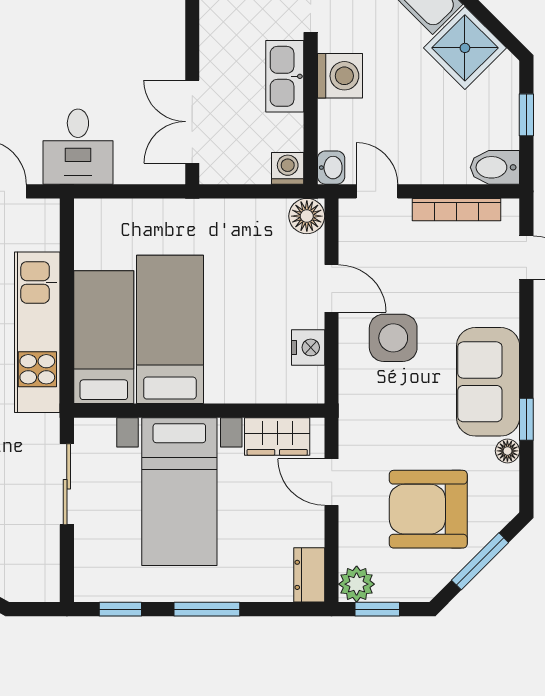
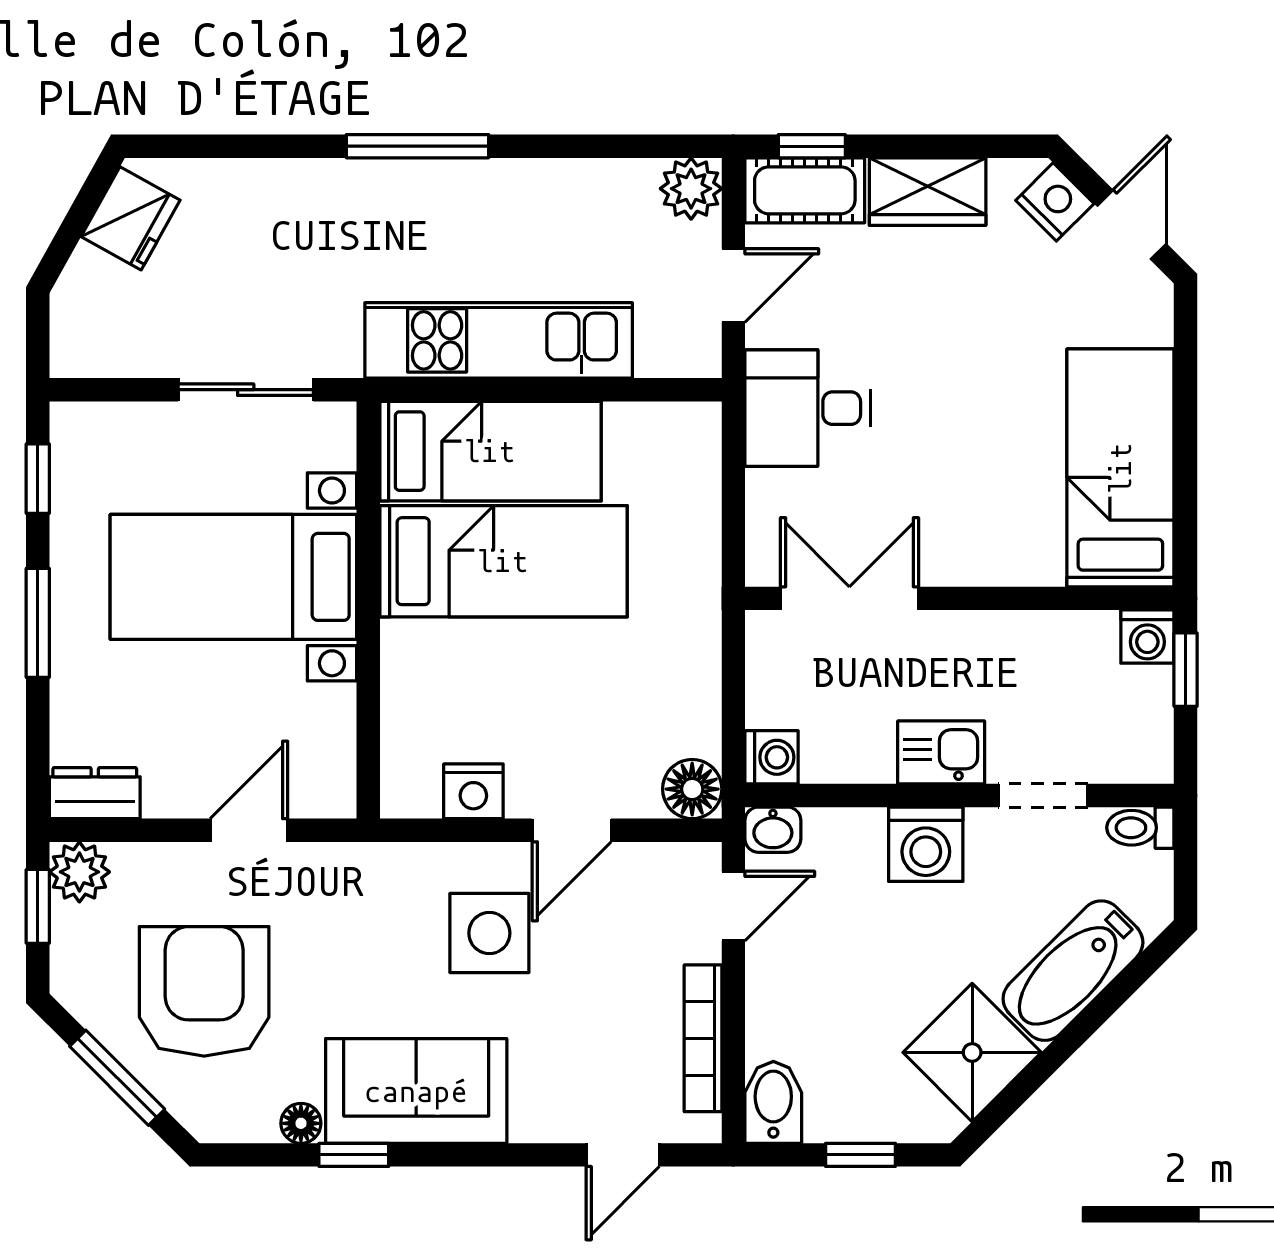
kitchen sink: (285, 76) -> (941, 752), width x0.73
wardrobe: (277, 436) -> (325, 740), removed

